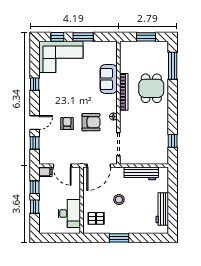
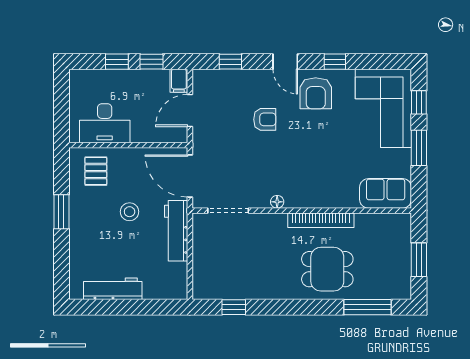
sofa: (109, 79) -> (386, 193), moved
armchair: (91, 122) -> (316, 93), moved
door: (35, 123) -> (285, 62), moved
workbench: (141, 173) -> (176, 231), moved

